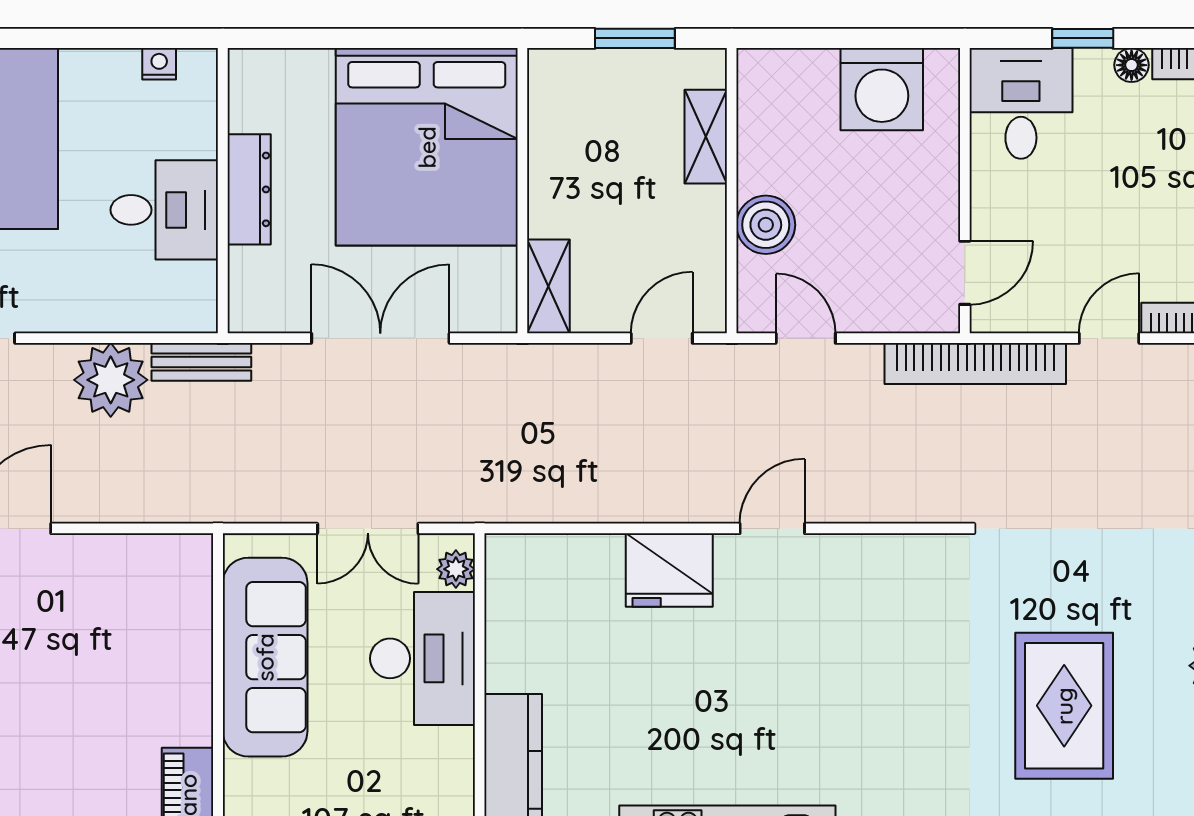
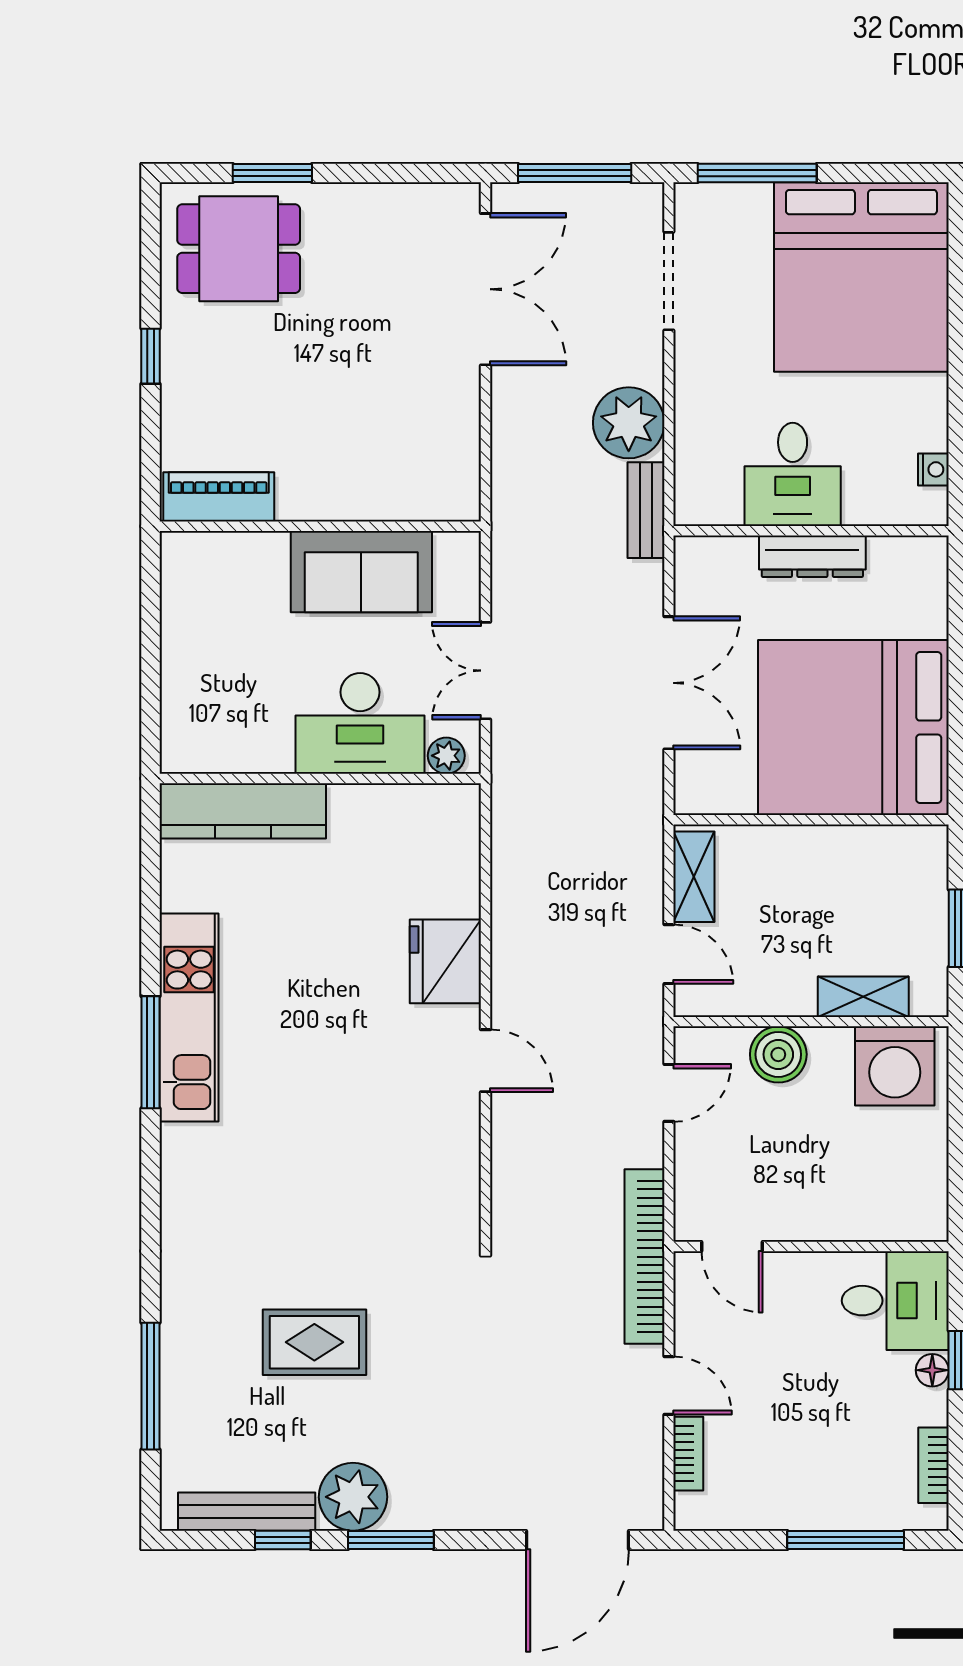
floor lamp: (1132, 65) -> (932, 1370), moved
washing machine: (882, 89) -> (895, 1066), moved, turned -90
shelving: (548, 286) -> (694, 877), moved, turned 90
sofa: (265, 657) -> (361, 572), width x0.73
rug: (1064, 706) -> (314, 1342), width x0.73, depth x0.70

